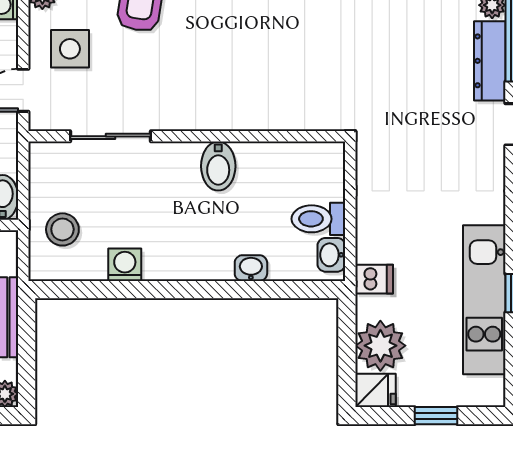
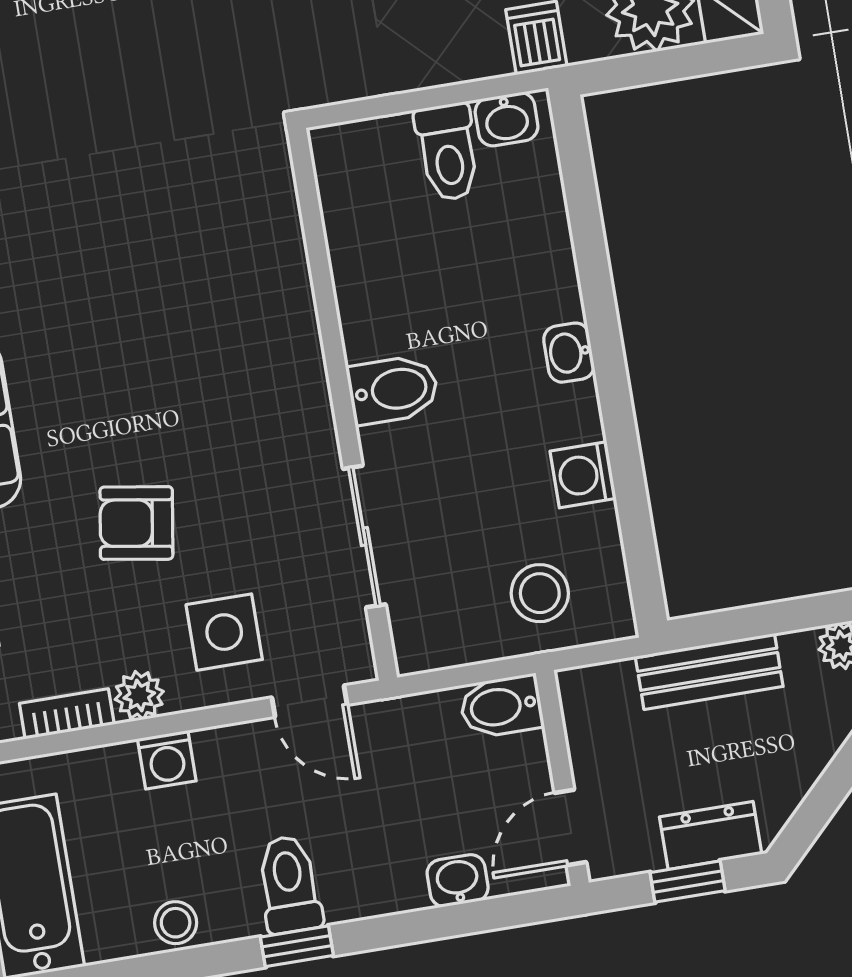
bidet: (218, 166) -> (393, 390), moved
washbasin: (251, 268) -> (569, 353), moved

